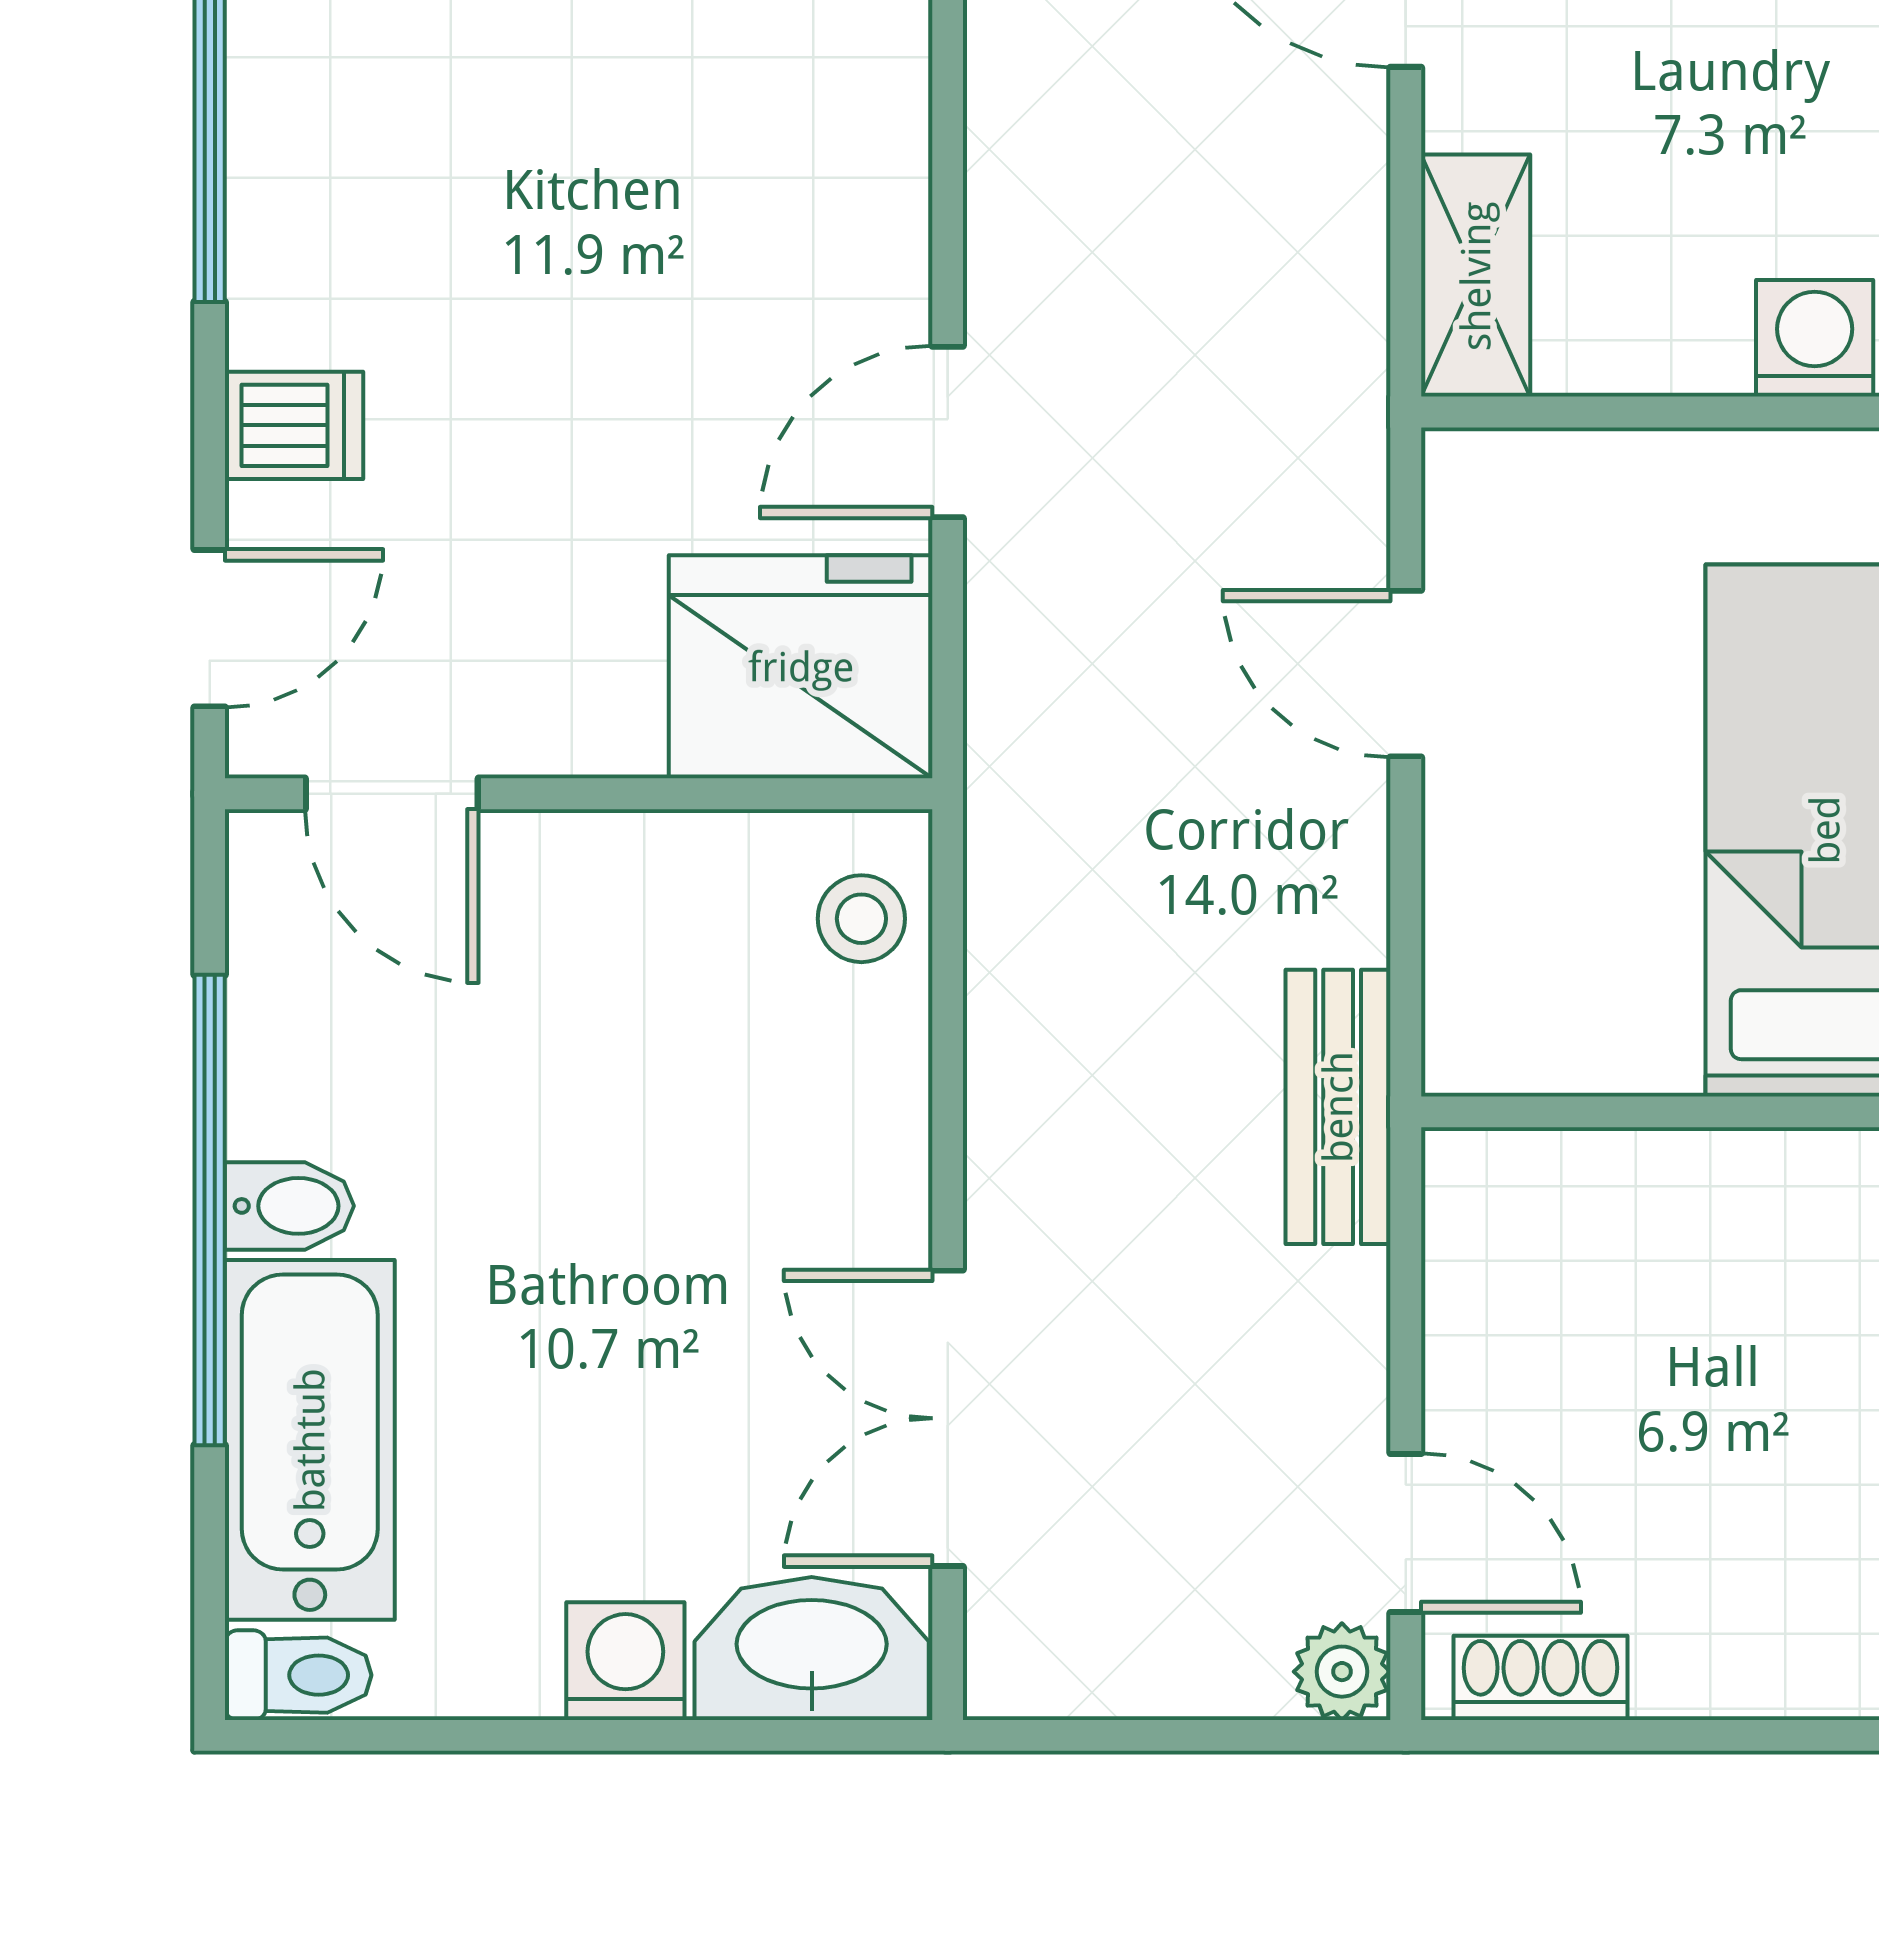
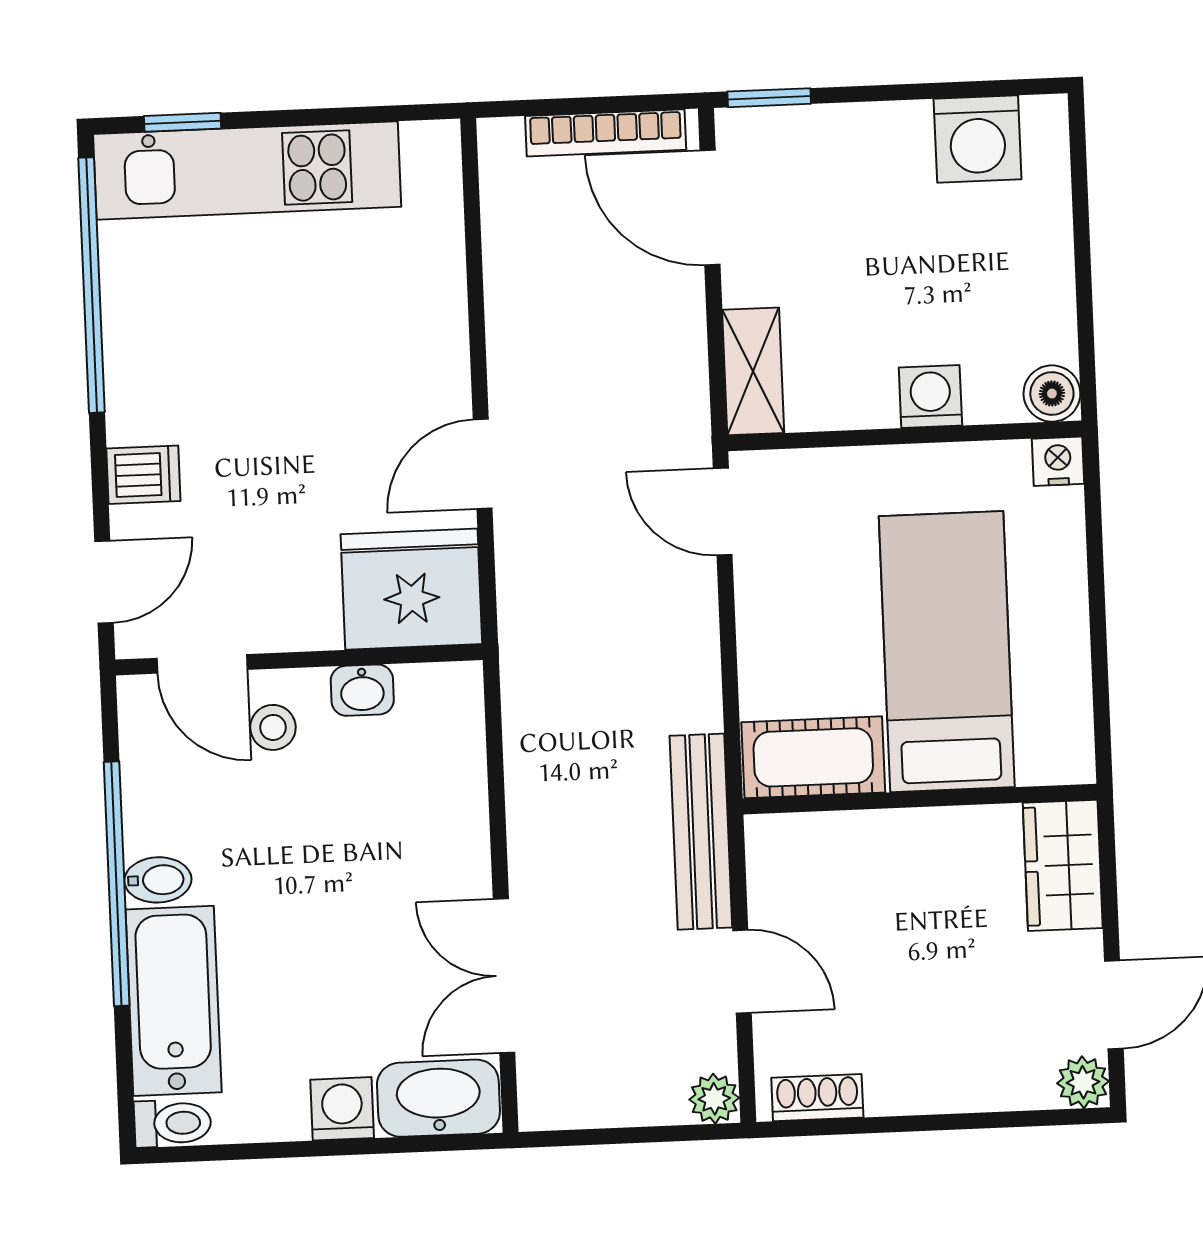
door: (1406, 674) -> (723, 512), moved
washbasin: (698, 857) -> (362, 690), added
stool: (861, 919) -> (273, 727), moved
cot: (1560, 1023) -> (813, 757), added
bench: (1338, 1107) -> (701, 832), width x1.36
door: (1406, 1533) -> (742, 972), moved

